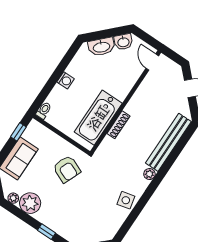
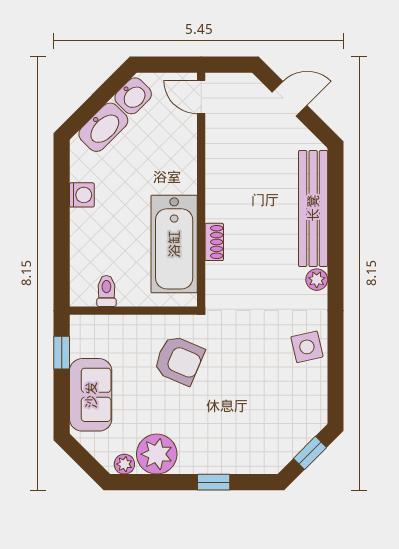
washing machine: (66, 80) -> (82, 195), moved
toilet: (44, 110) -> (106, 291), moved
shoe rack: (118, 125) -> (214, 242), width x0.70

